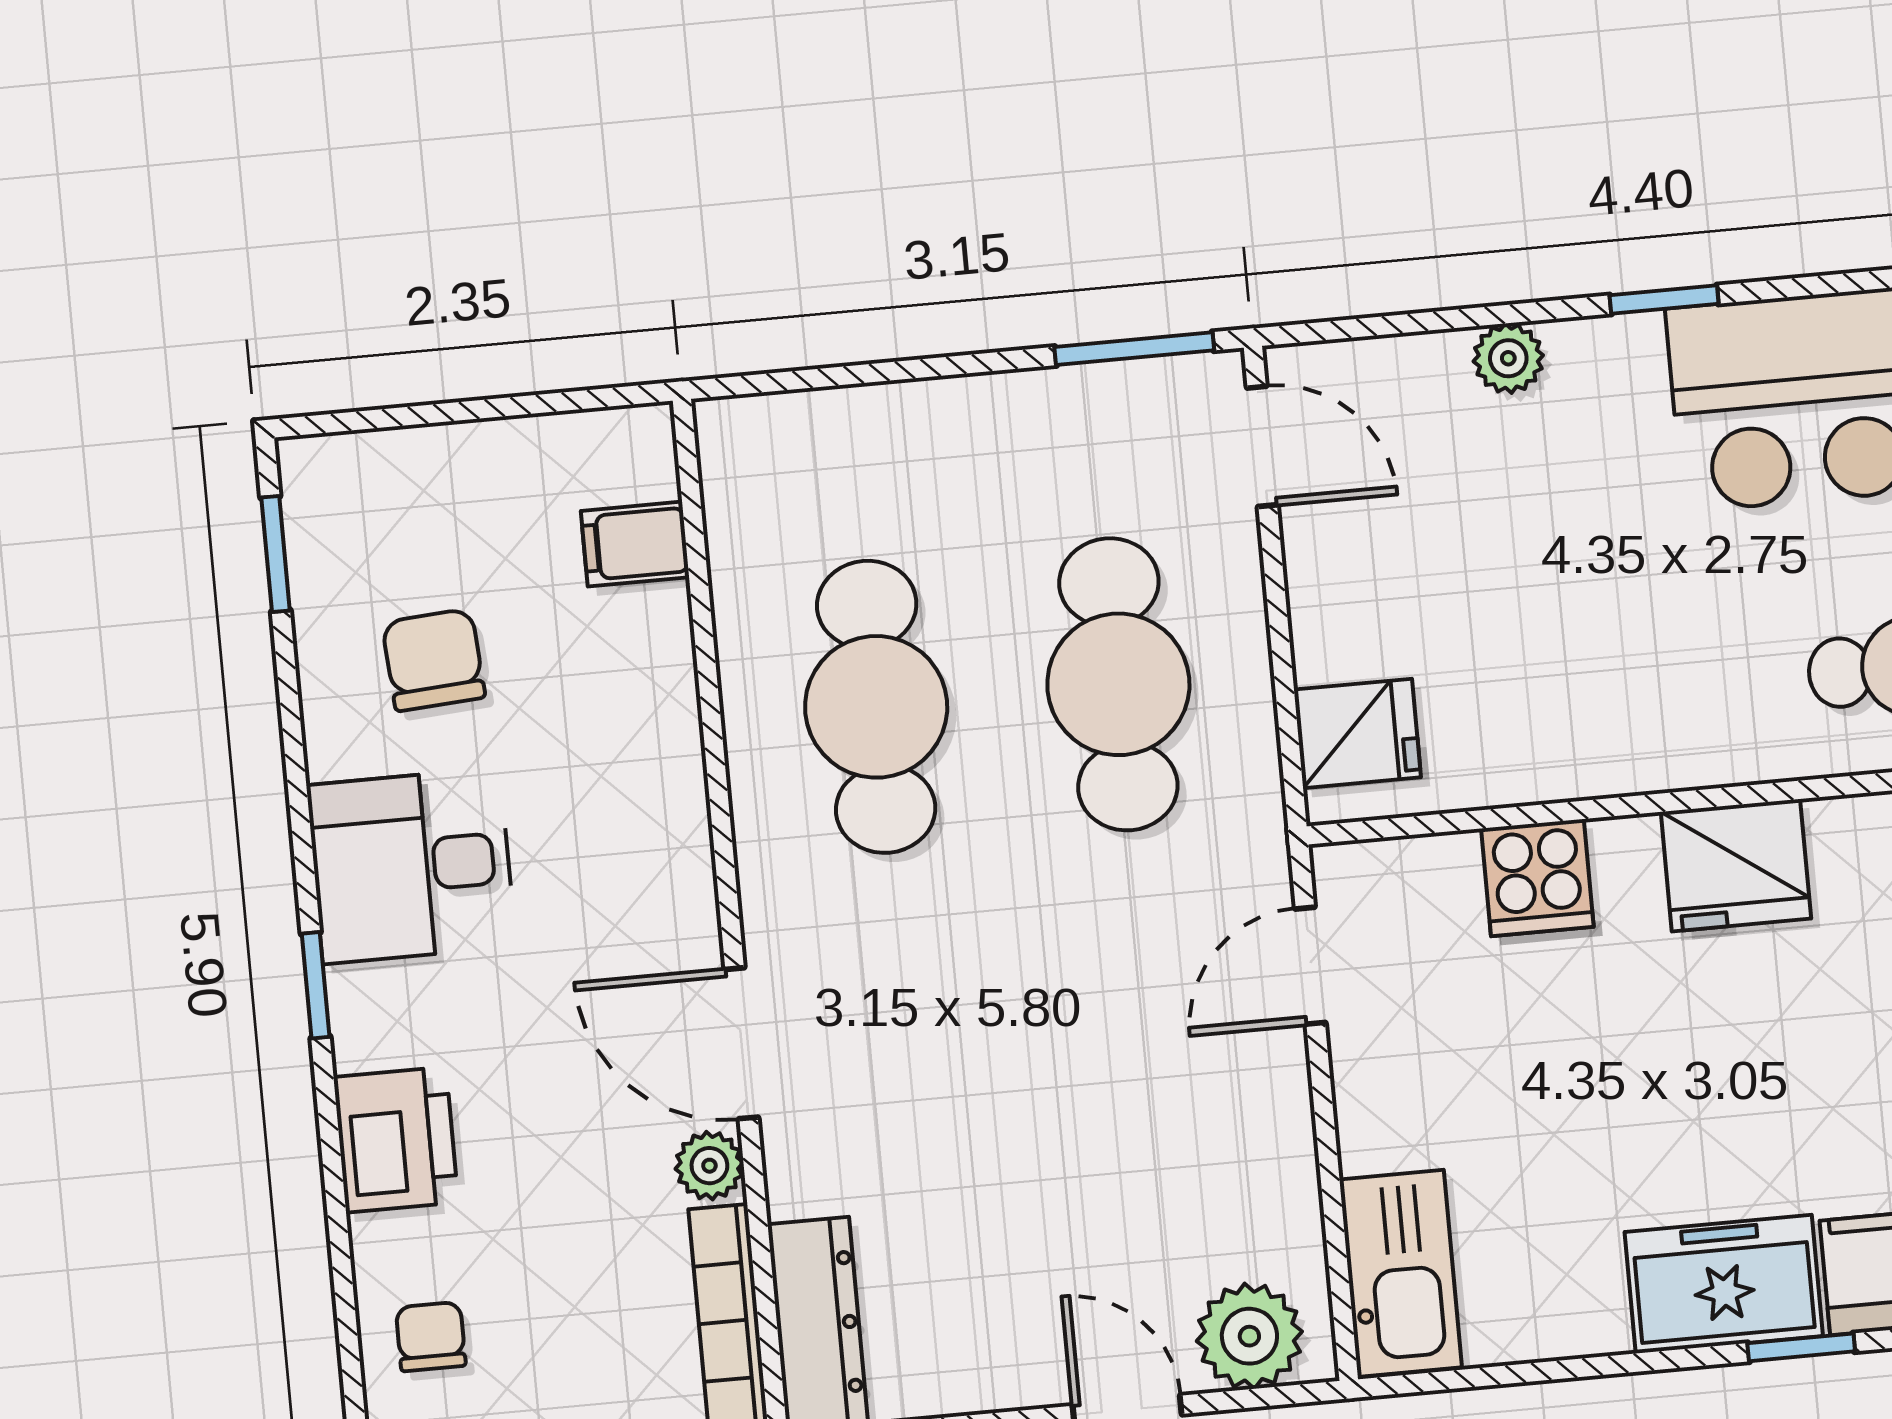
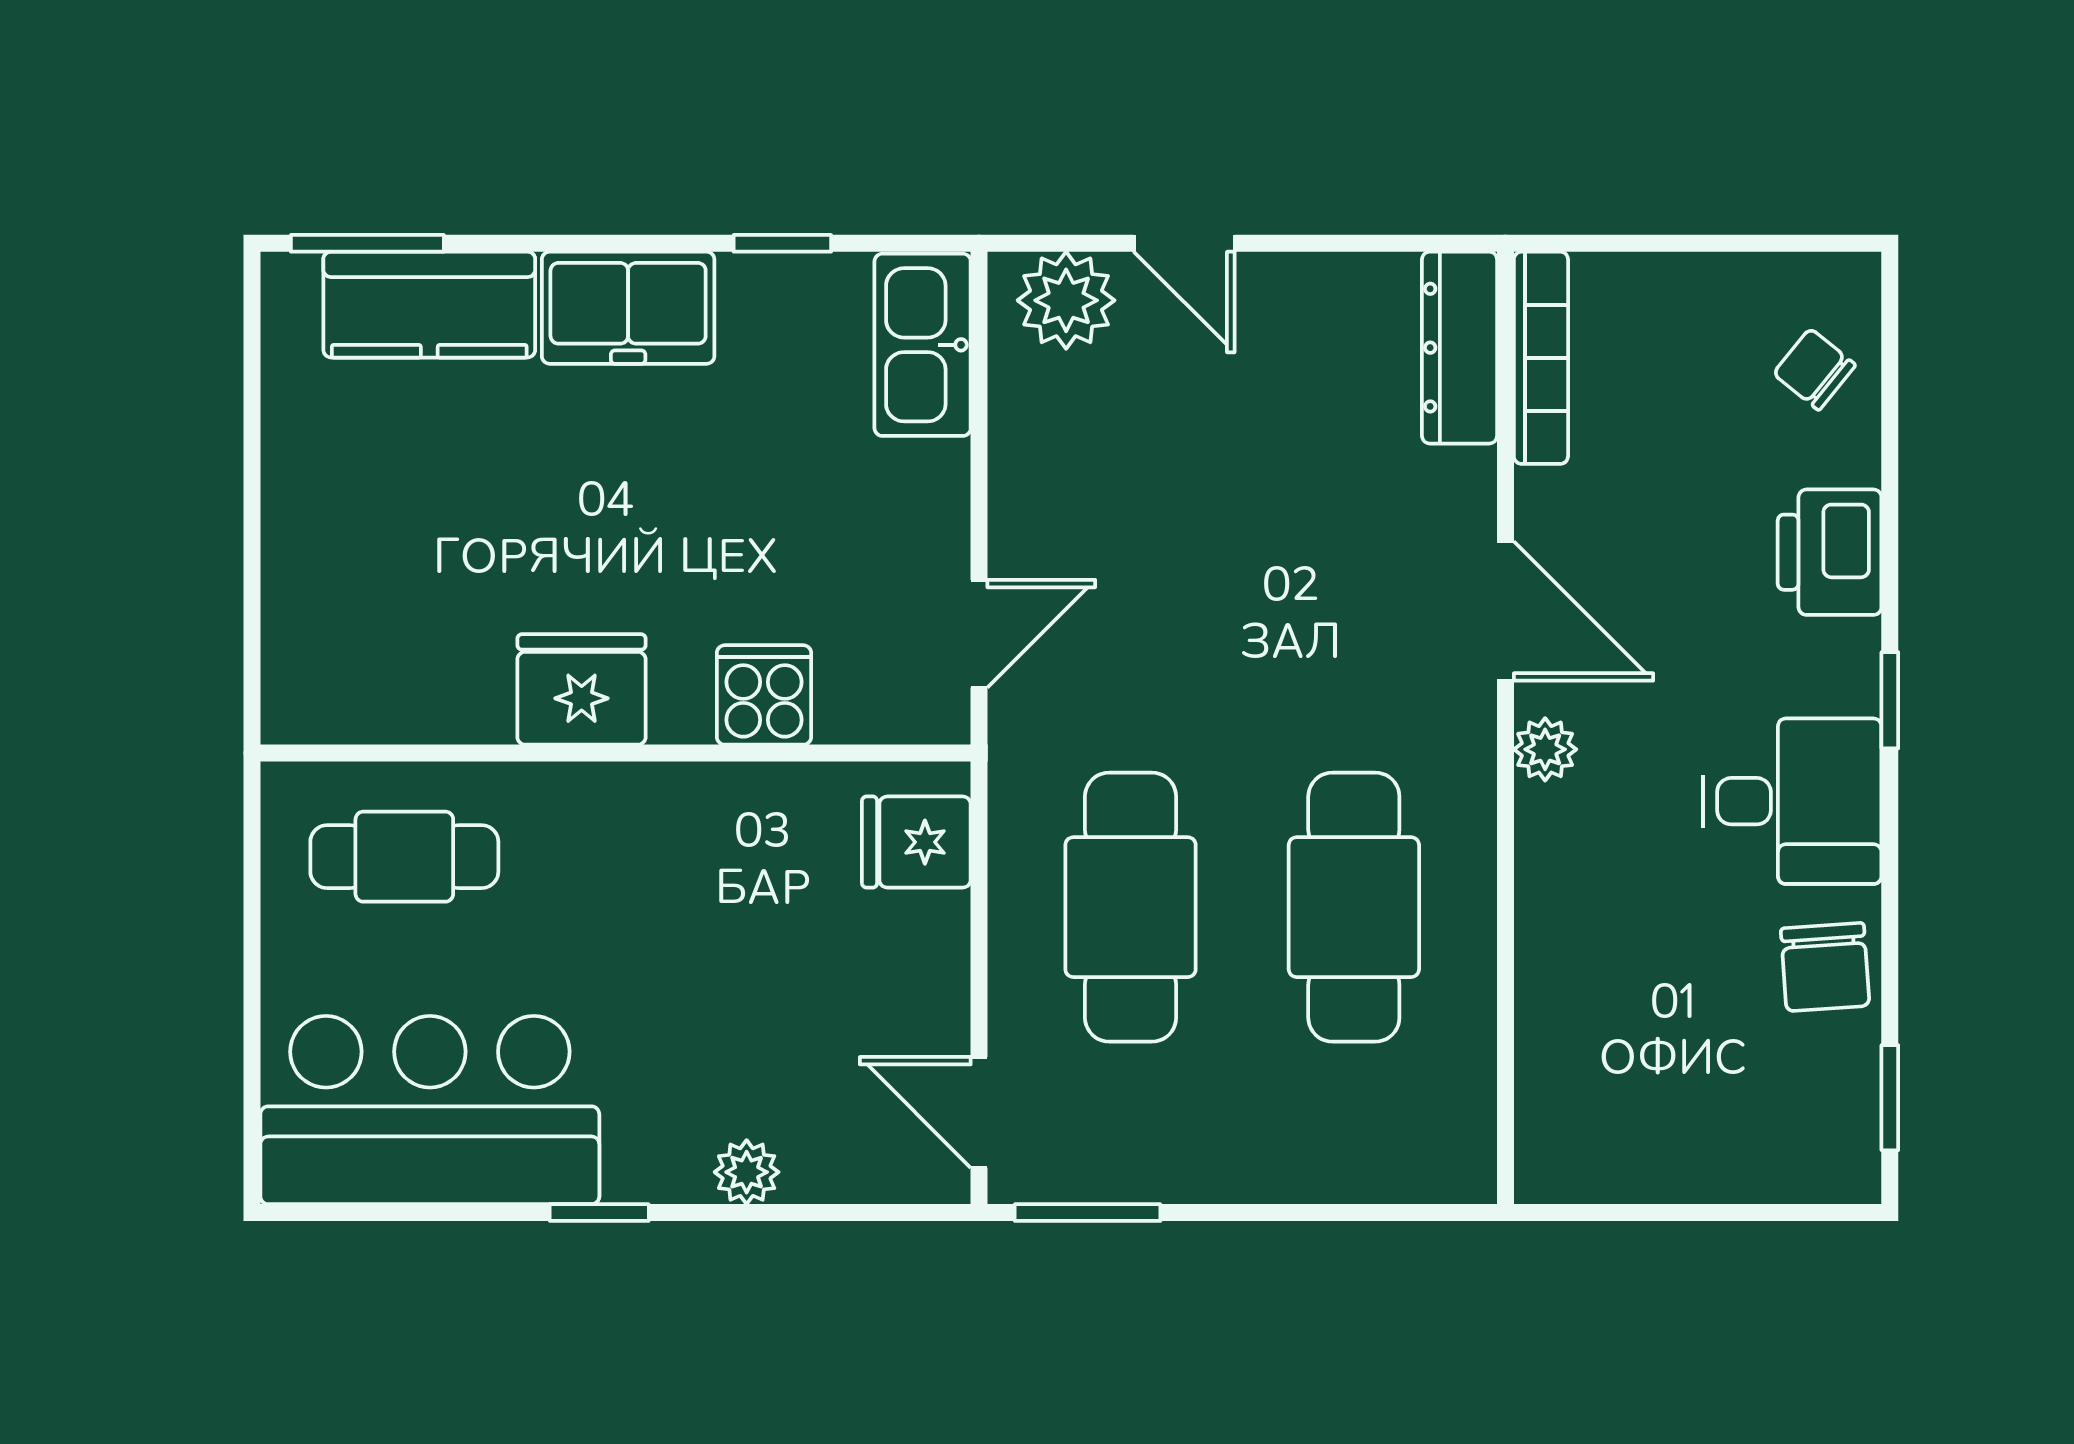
filing cabinet: (635, 544) -> (1560, 1076), removed
chair: (434, 660) -> (1825, 967), moved
plant: (709, 1166) -> (1545, 749), moved
chair: (431, 1337) -> (1814, 369), turned 129
window: (1801, 1347) -> (782, 243), moved

